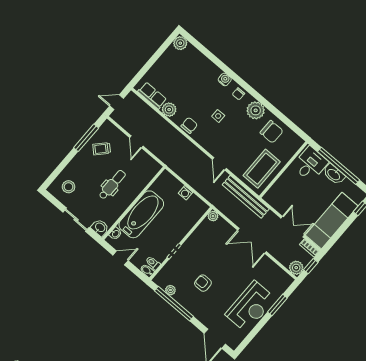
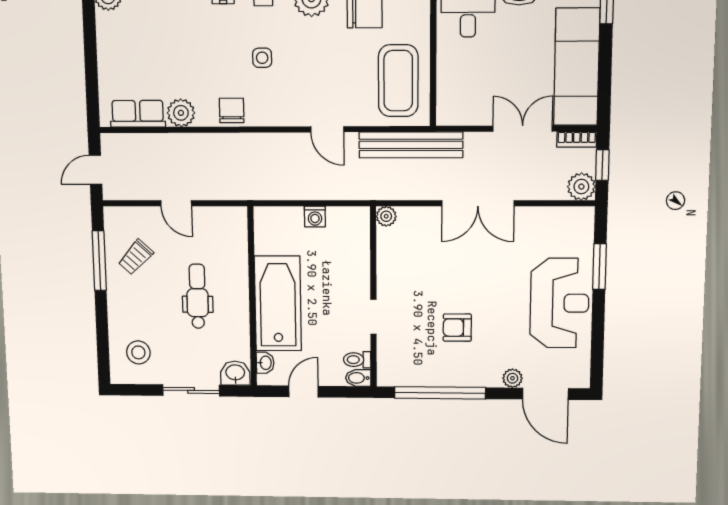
plant: (170, 290) -> (512, 378), moved

